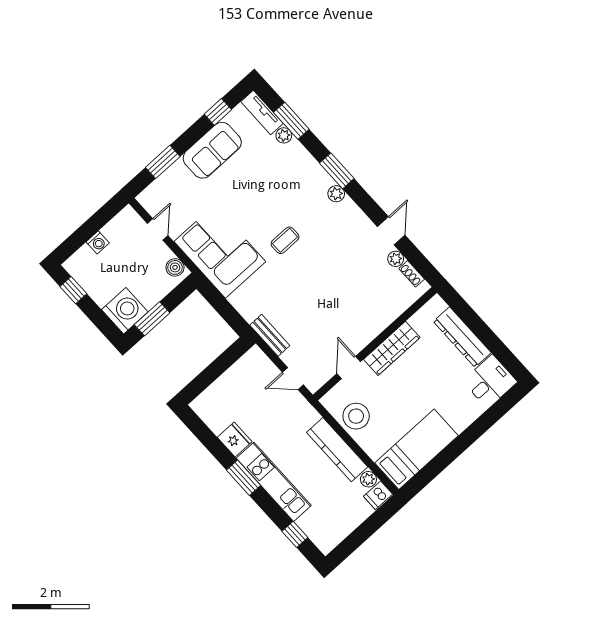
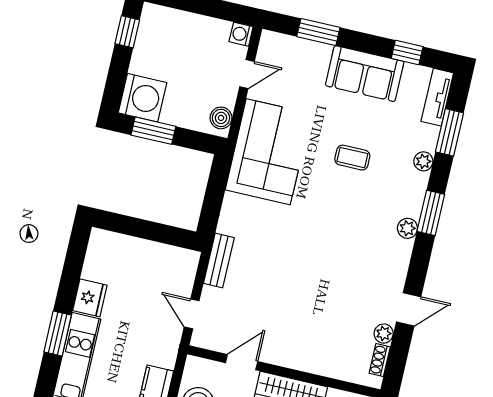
plant: (284, 135) -> (423, 161), moved
coffee table: (285, 240) -> (352, 158), moved
washing machine: (98, 242) -> (241, 34), moved, turned 90

